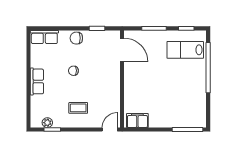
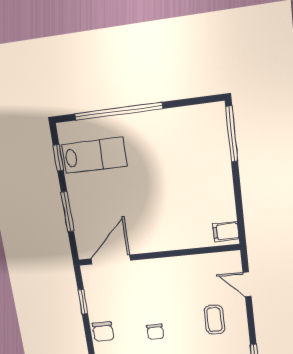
lab bench: (185, 50) -> (94, 155), turned -90
filing cabinet: (137, 121) -> (226, 232), width x0.50
door: (110, 130) -> (247, 284), moved

